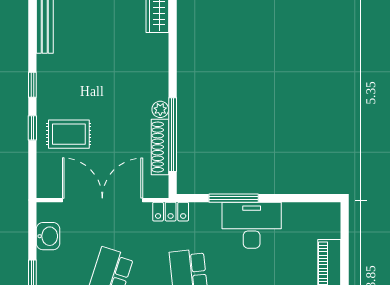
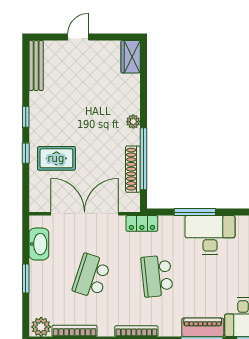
plant: (160, 109) -> (133, 122), moved
washbasin: (48, 236) -> (39, 244), width x1.38

